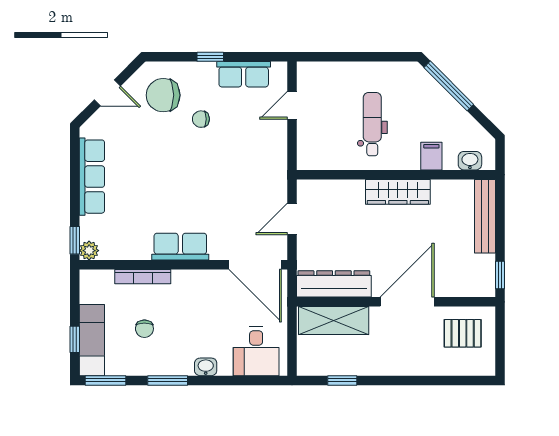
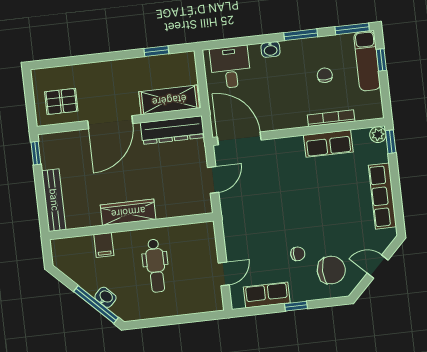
washbasin: (470, 161) -> (105, 297), moved, turned -135
row of seats: (180, 247) -> (328, 144), moved

